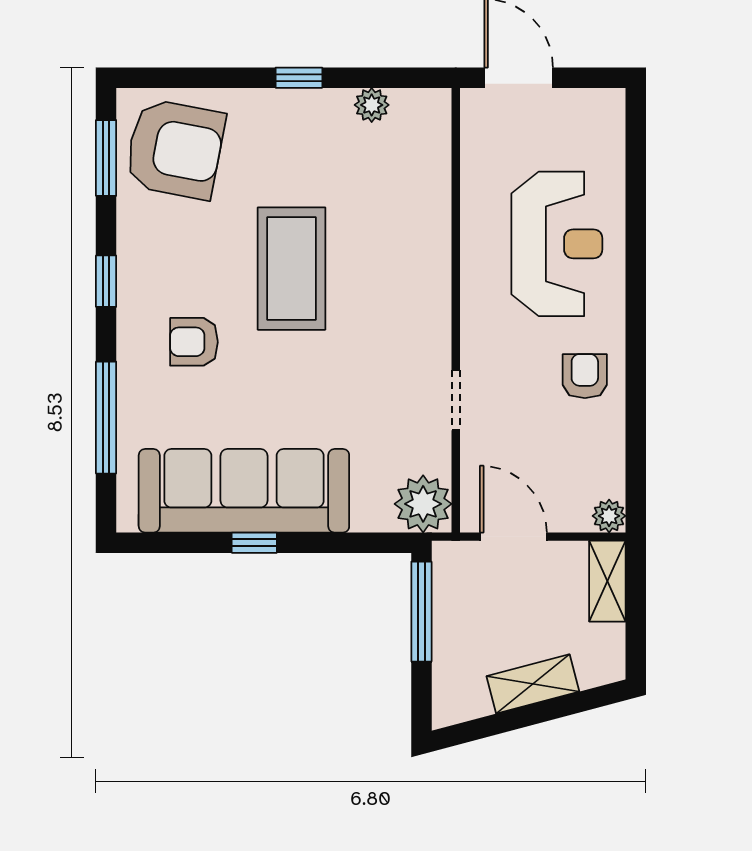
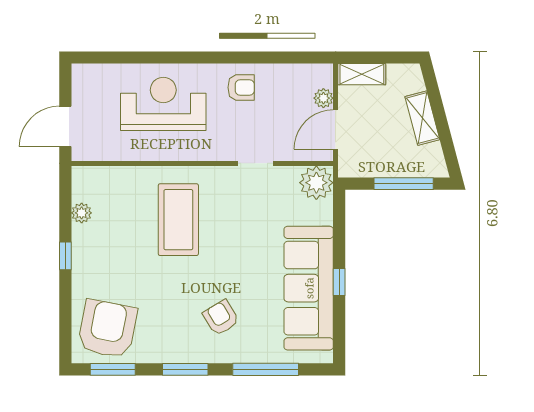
coffee table: (292, 269) -> (178, 220), moved, turned 90
window: (106, 281) -> (185, 369), width x1.50
armchair: (194, 342) -> (221, 318), turned 149
armchair: (585, 376) -> (241, 87), turned 180
plant: (609, 516) -> (323, 98), moved
window: (421, 612) -> (404, 184), moved

